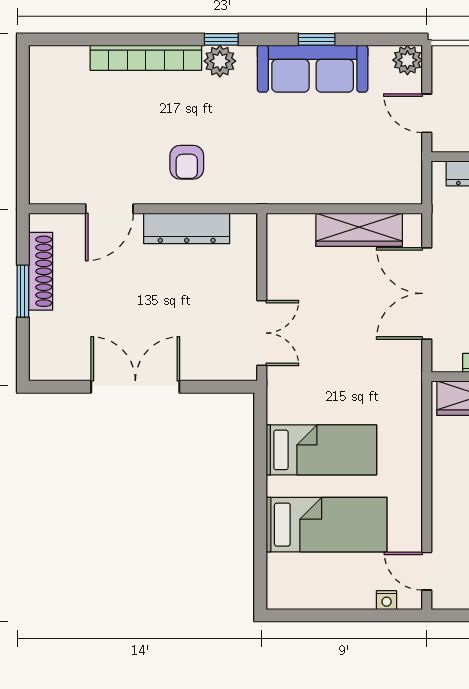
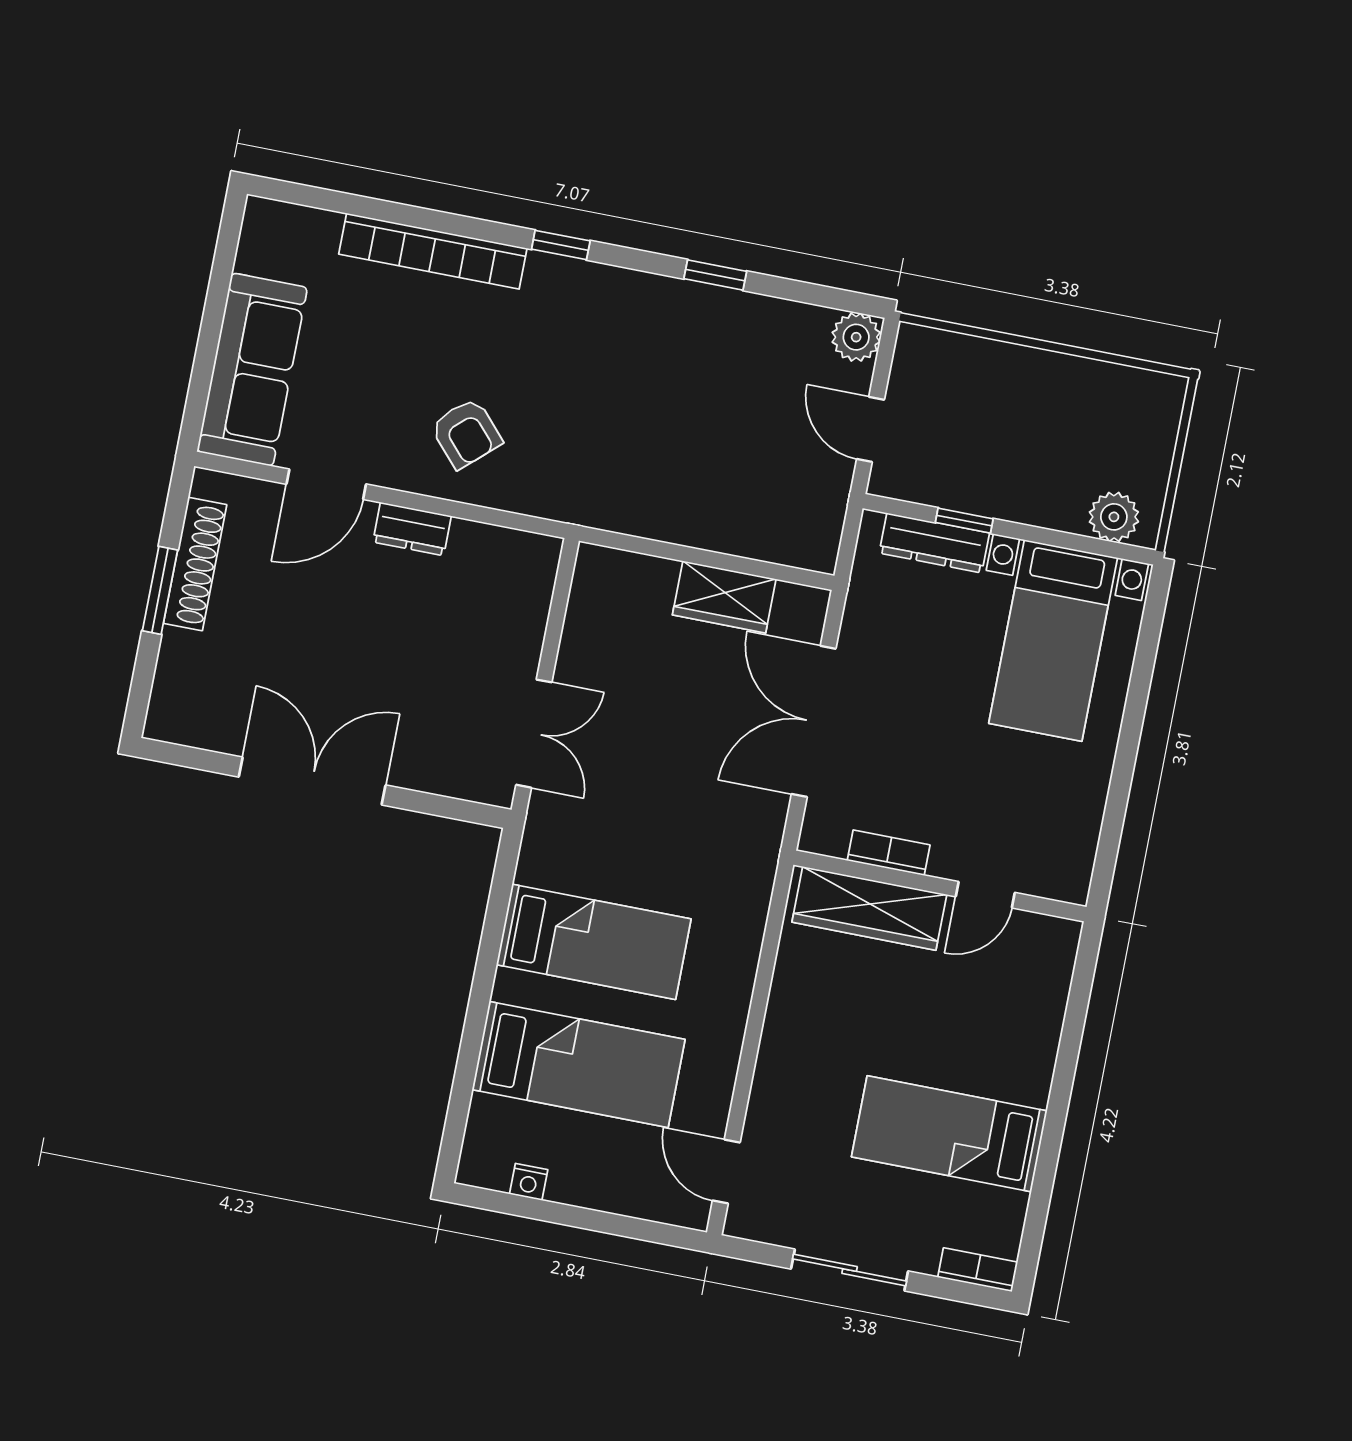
plant: (220, 61) -> (552, 280), removed
sofa: (313, 69) -> (252, 370), moved, turned -90
armchair: (187, 162) -> (466, 433), turned -42
dresser: (187, 228) -> (412, 529), width x0.51, depth x0.80
wardrobe: (359, 230) -> (724, 597), width x0.67
nightstand: (387, 600) -> (529, 1182), moved

